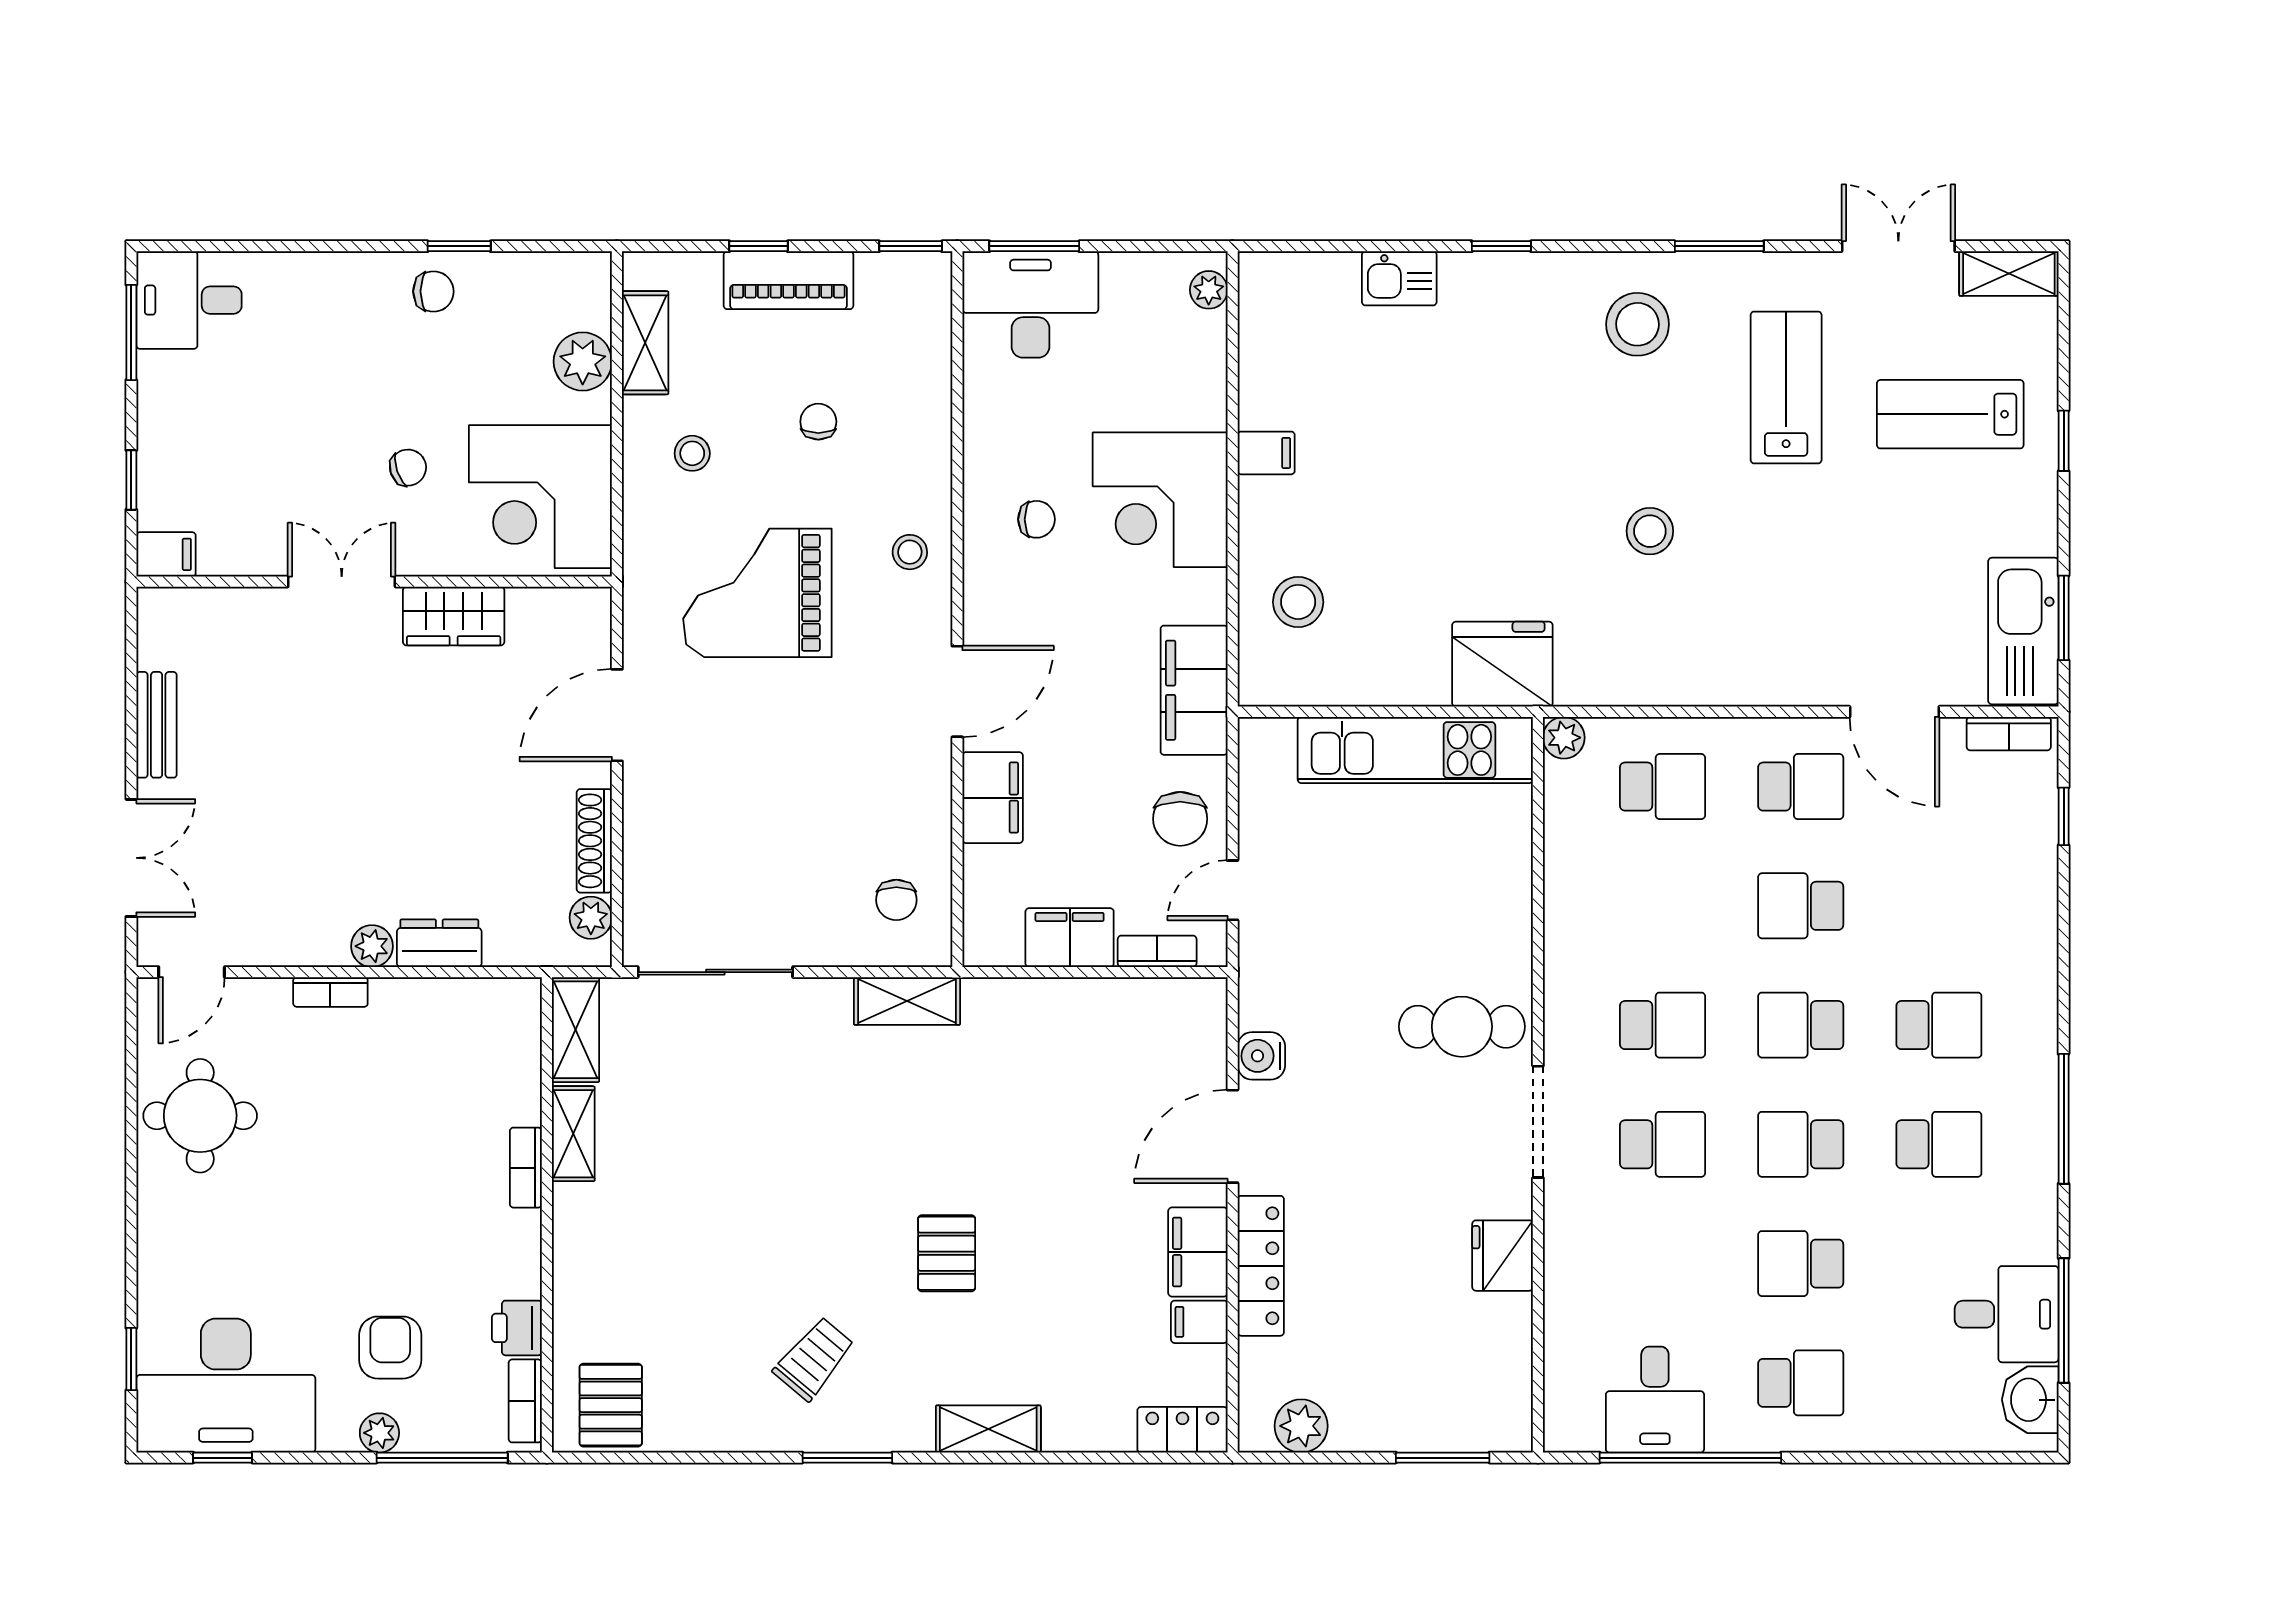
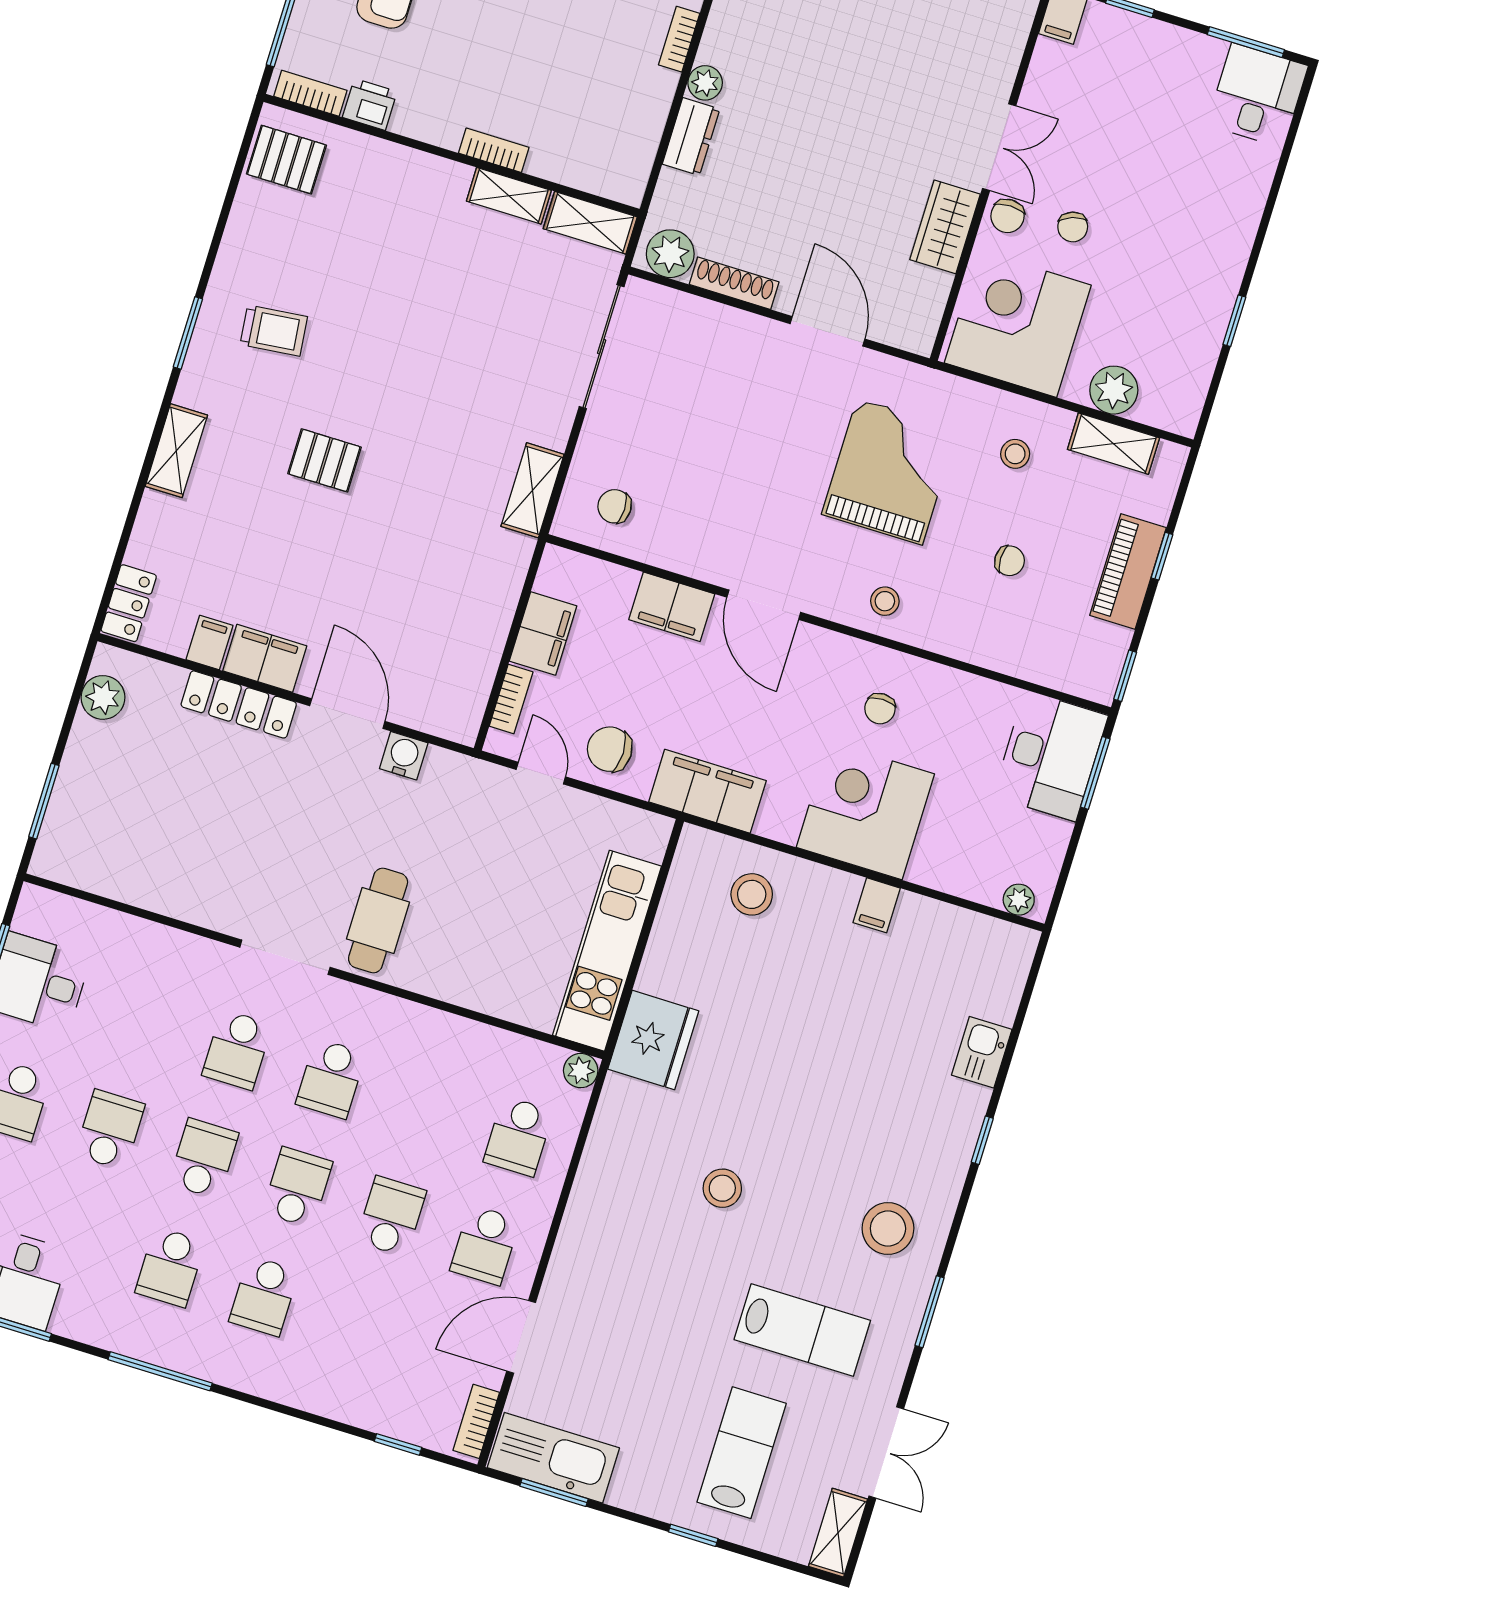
chair: (433, 291) -> (1007, 216), moved
plant: (591, 918) -> (670, 254), width x1.38, depth x1.38
fridge: (1503, 1256) -> (188, 897), removed
trolley: (814, 1359) -> (274, 331), turned -46

